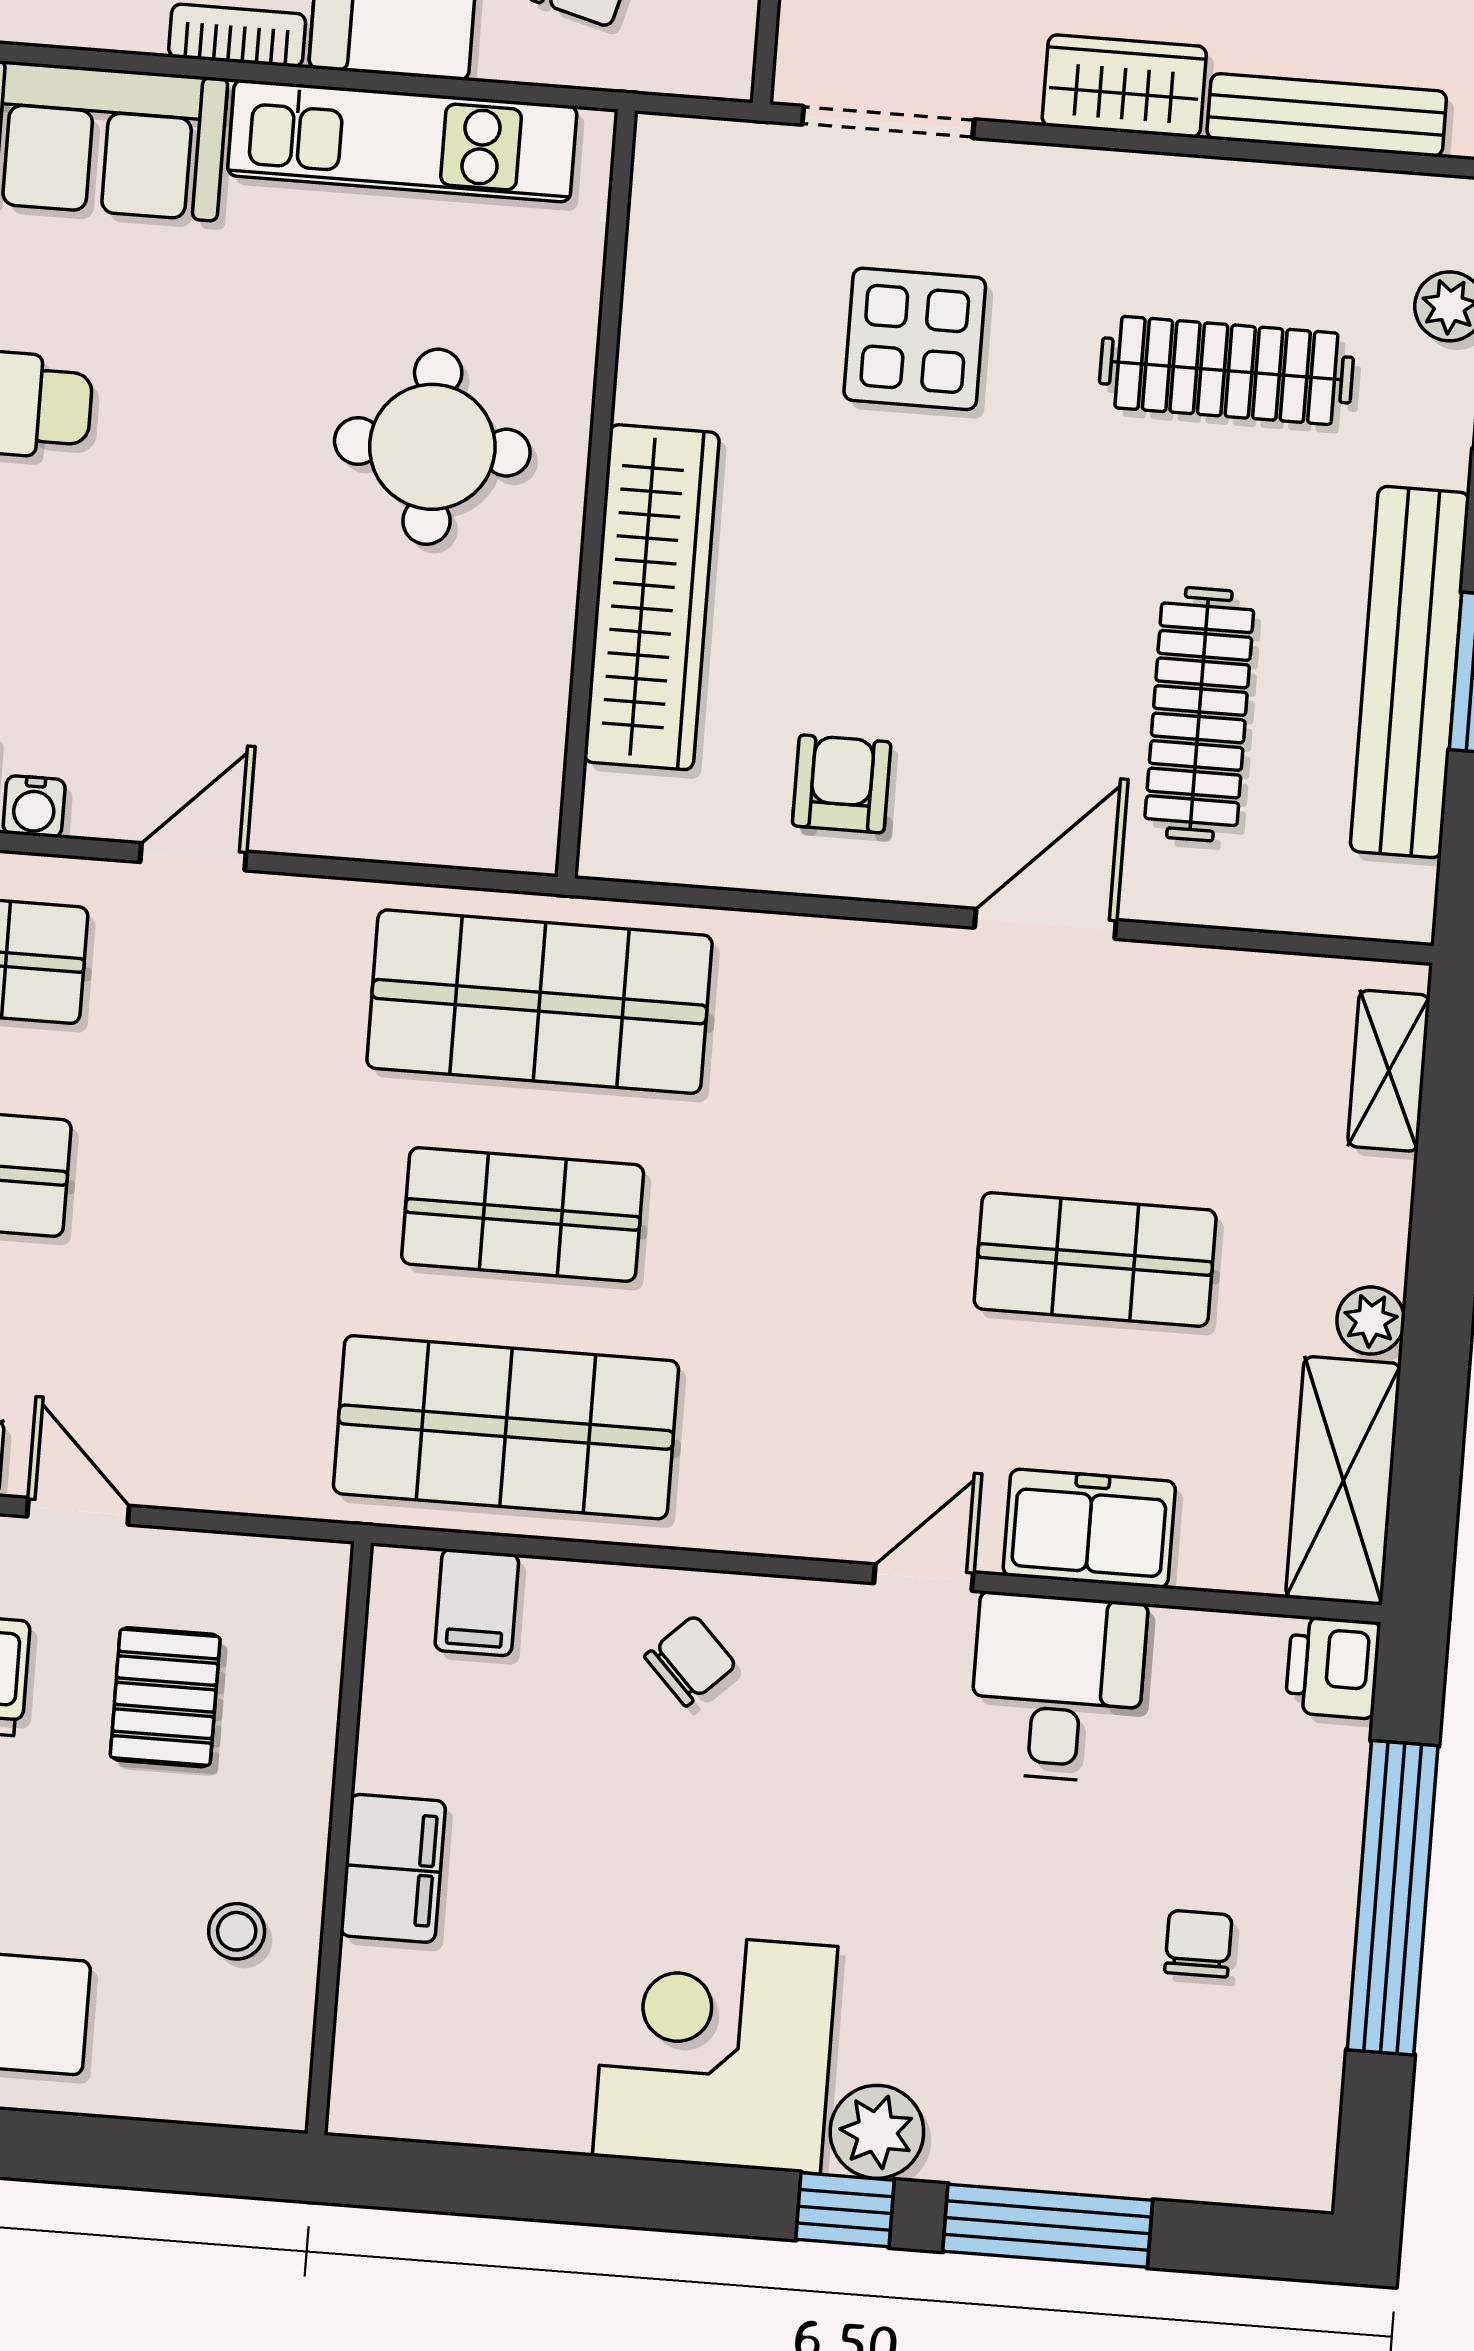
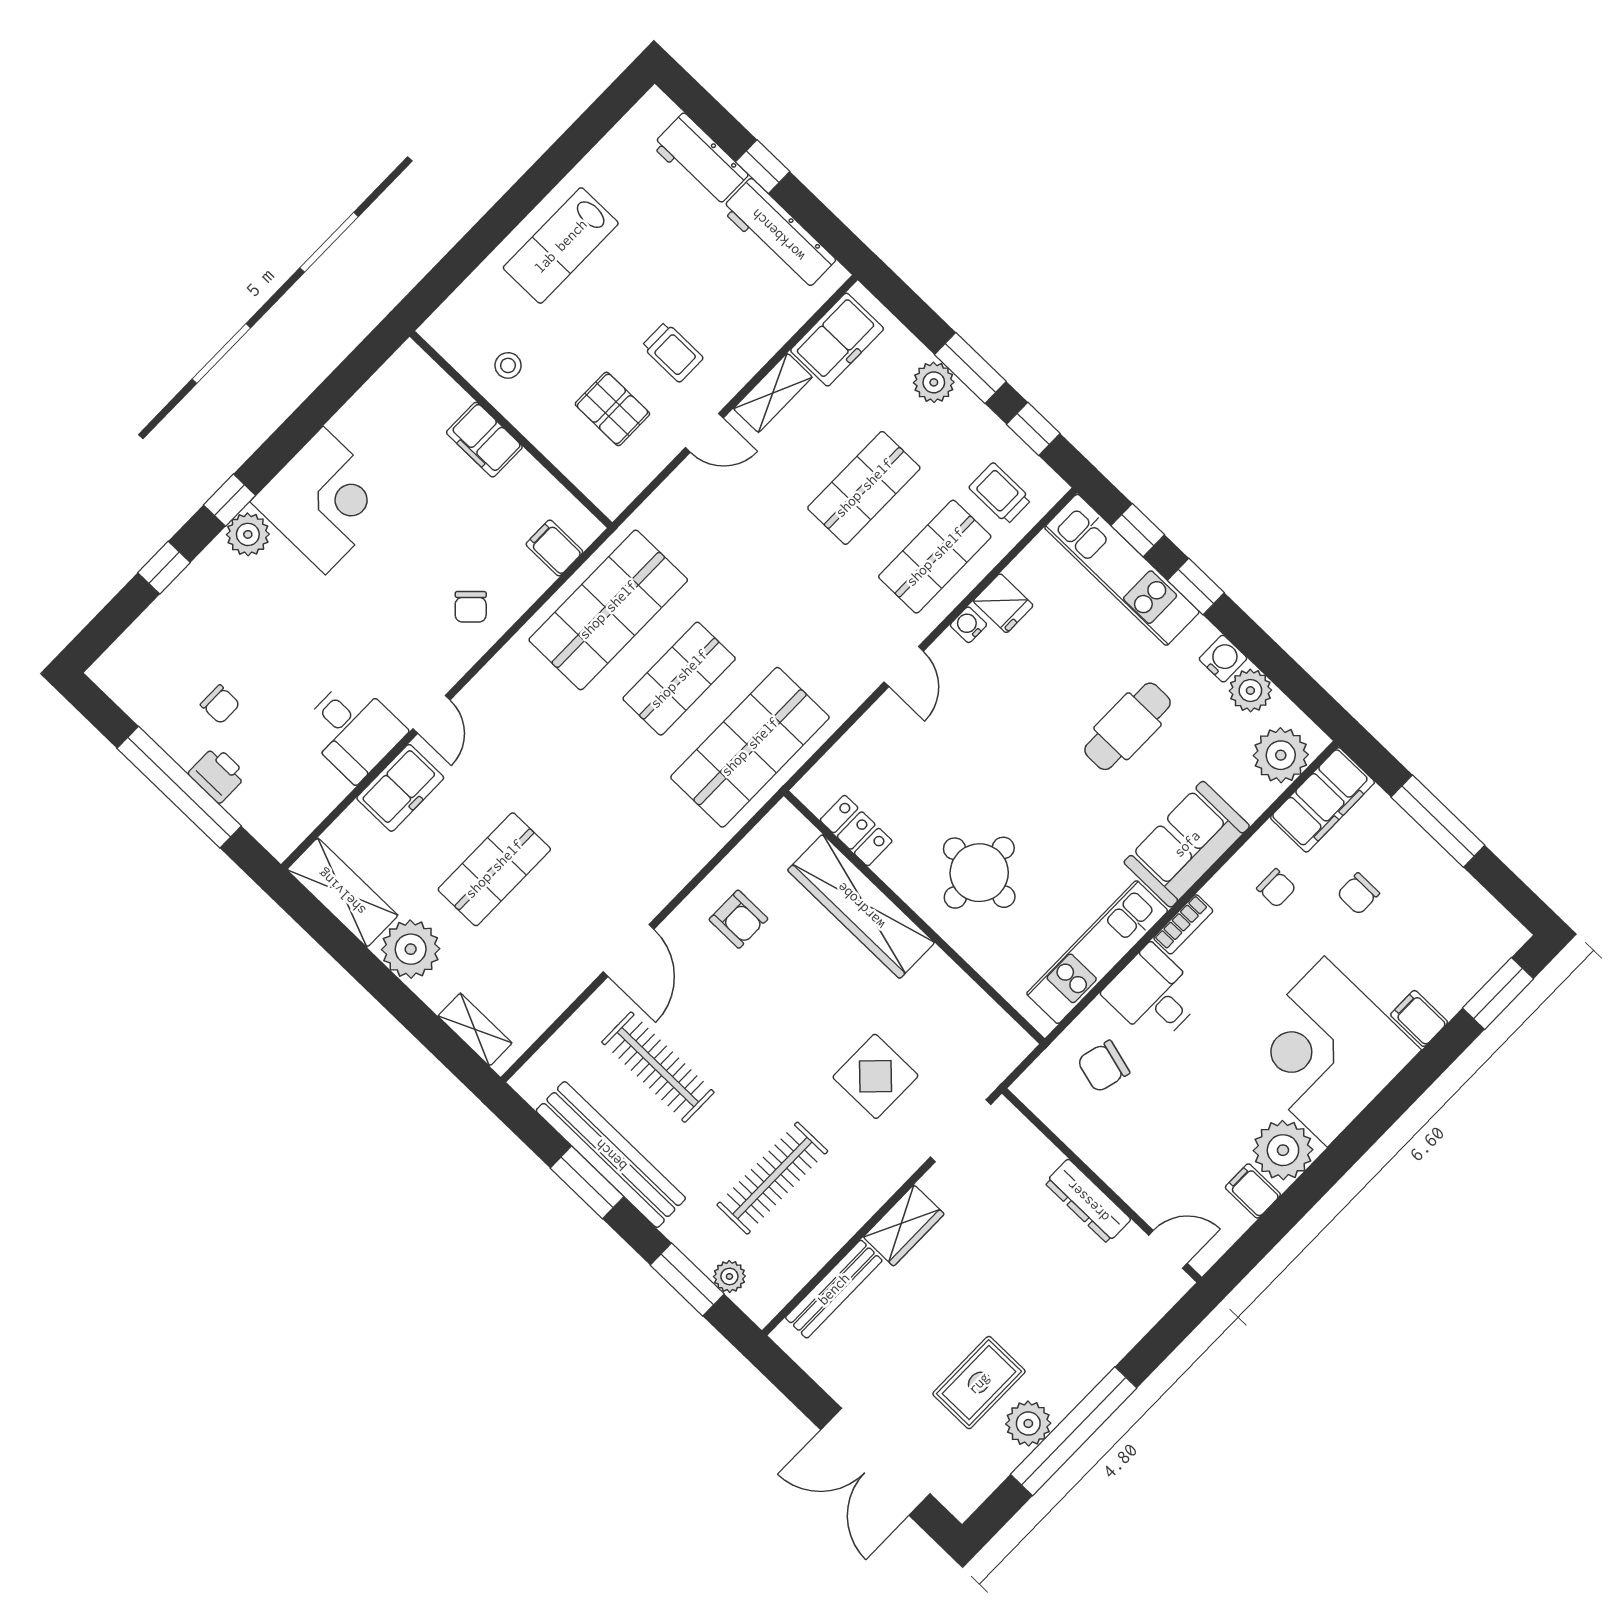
locker: (532, 710) -> (856, 831), added
plant: (1371, 1321) -> (411, 949), width x1.87, depth x1.87
printer: (1333, 1667) -> (218, 774), moved
window: (1048, 2226) -> (164, 568), width x0.46

